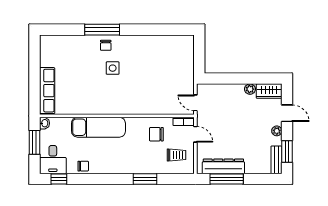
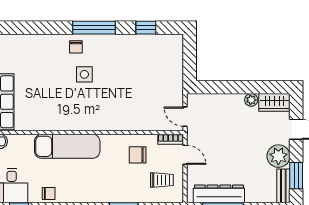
window: (102, 30) -> (94, 28), moved
window: (163, 30) -> (146, 28), added
plant: (277, 131) -> (278, 156), width x1.88, depth x1.88

